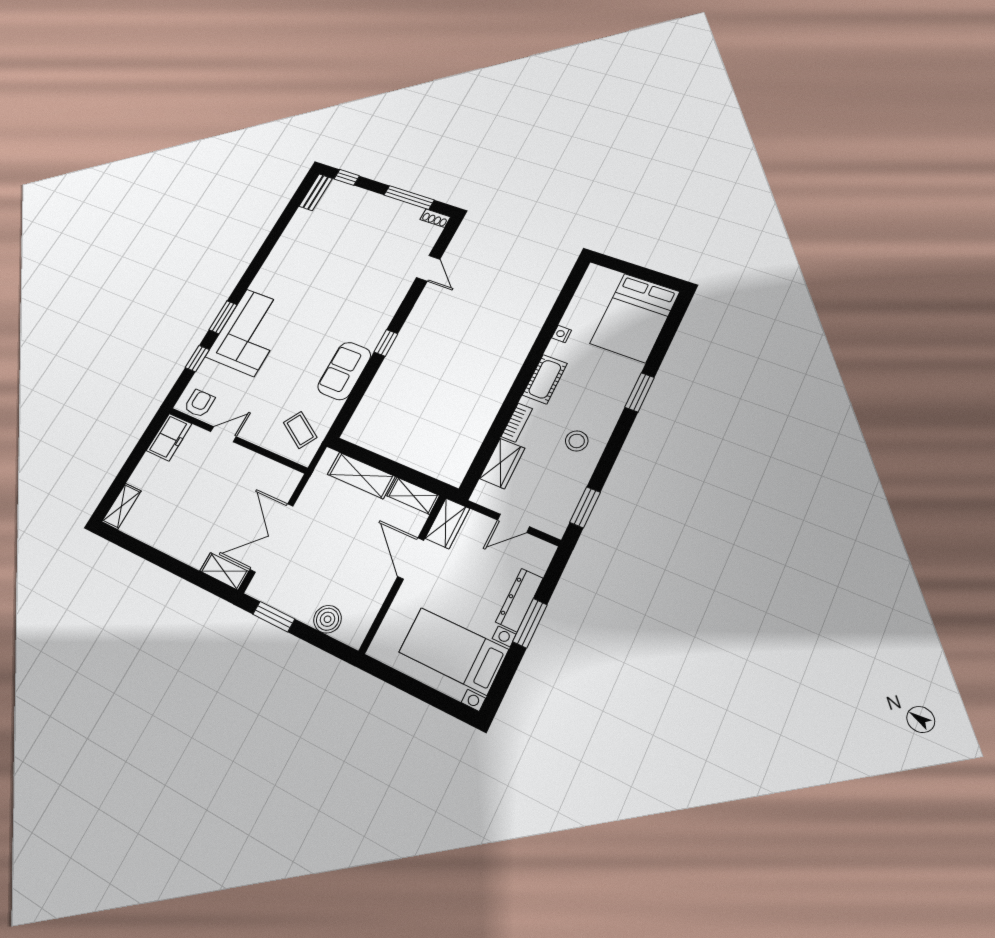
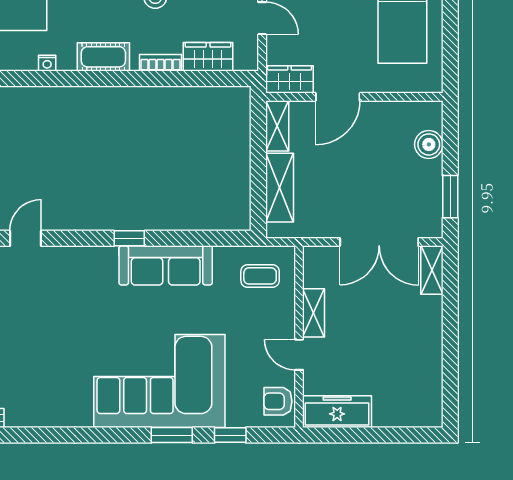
corner sofa: (250, 332) -> (159, 381), width x1.36, depth x1.36
sofa: (344, 371) -> (166, 265), width x1.36
coffee table: (300, 430) -> (260, 276), turned 58
freezer: (169, 437) -> (337, 412), width x1.40
shelving: (122, 506) -> (314, 313), moved, turned 90

